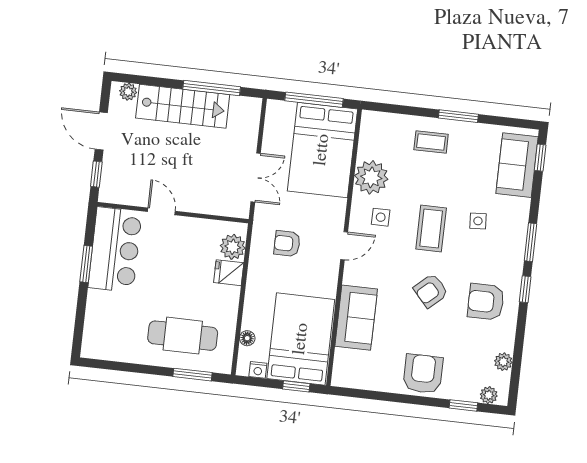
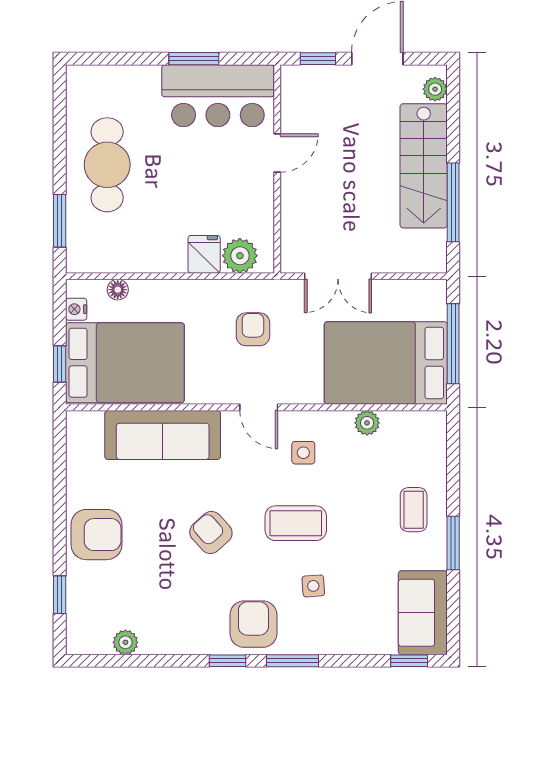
sofa: (517, 165) -> (423, 613), moved, turned -90
plant: (371, 177) -> (367, 423), width x0.53, depth x0.53
armchair: (486, 302) -> (253, 624), moved
sofa: (356, 318) -> (163, 435), width x1.36
cafe table: (183, 336) -> (107, 165), moved
plant: (489, 395) -> (78, 628), removed

